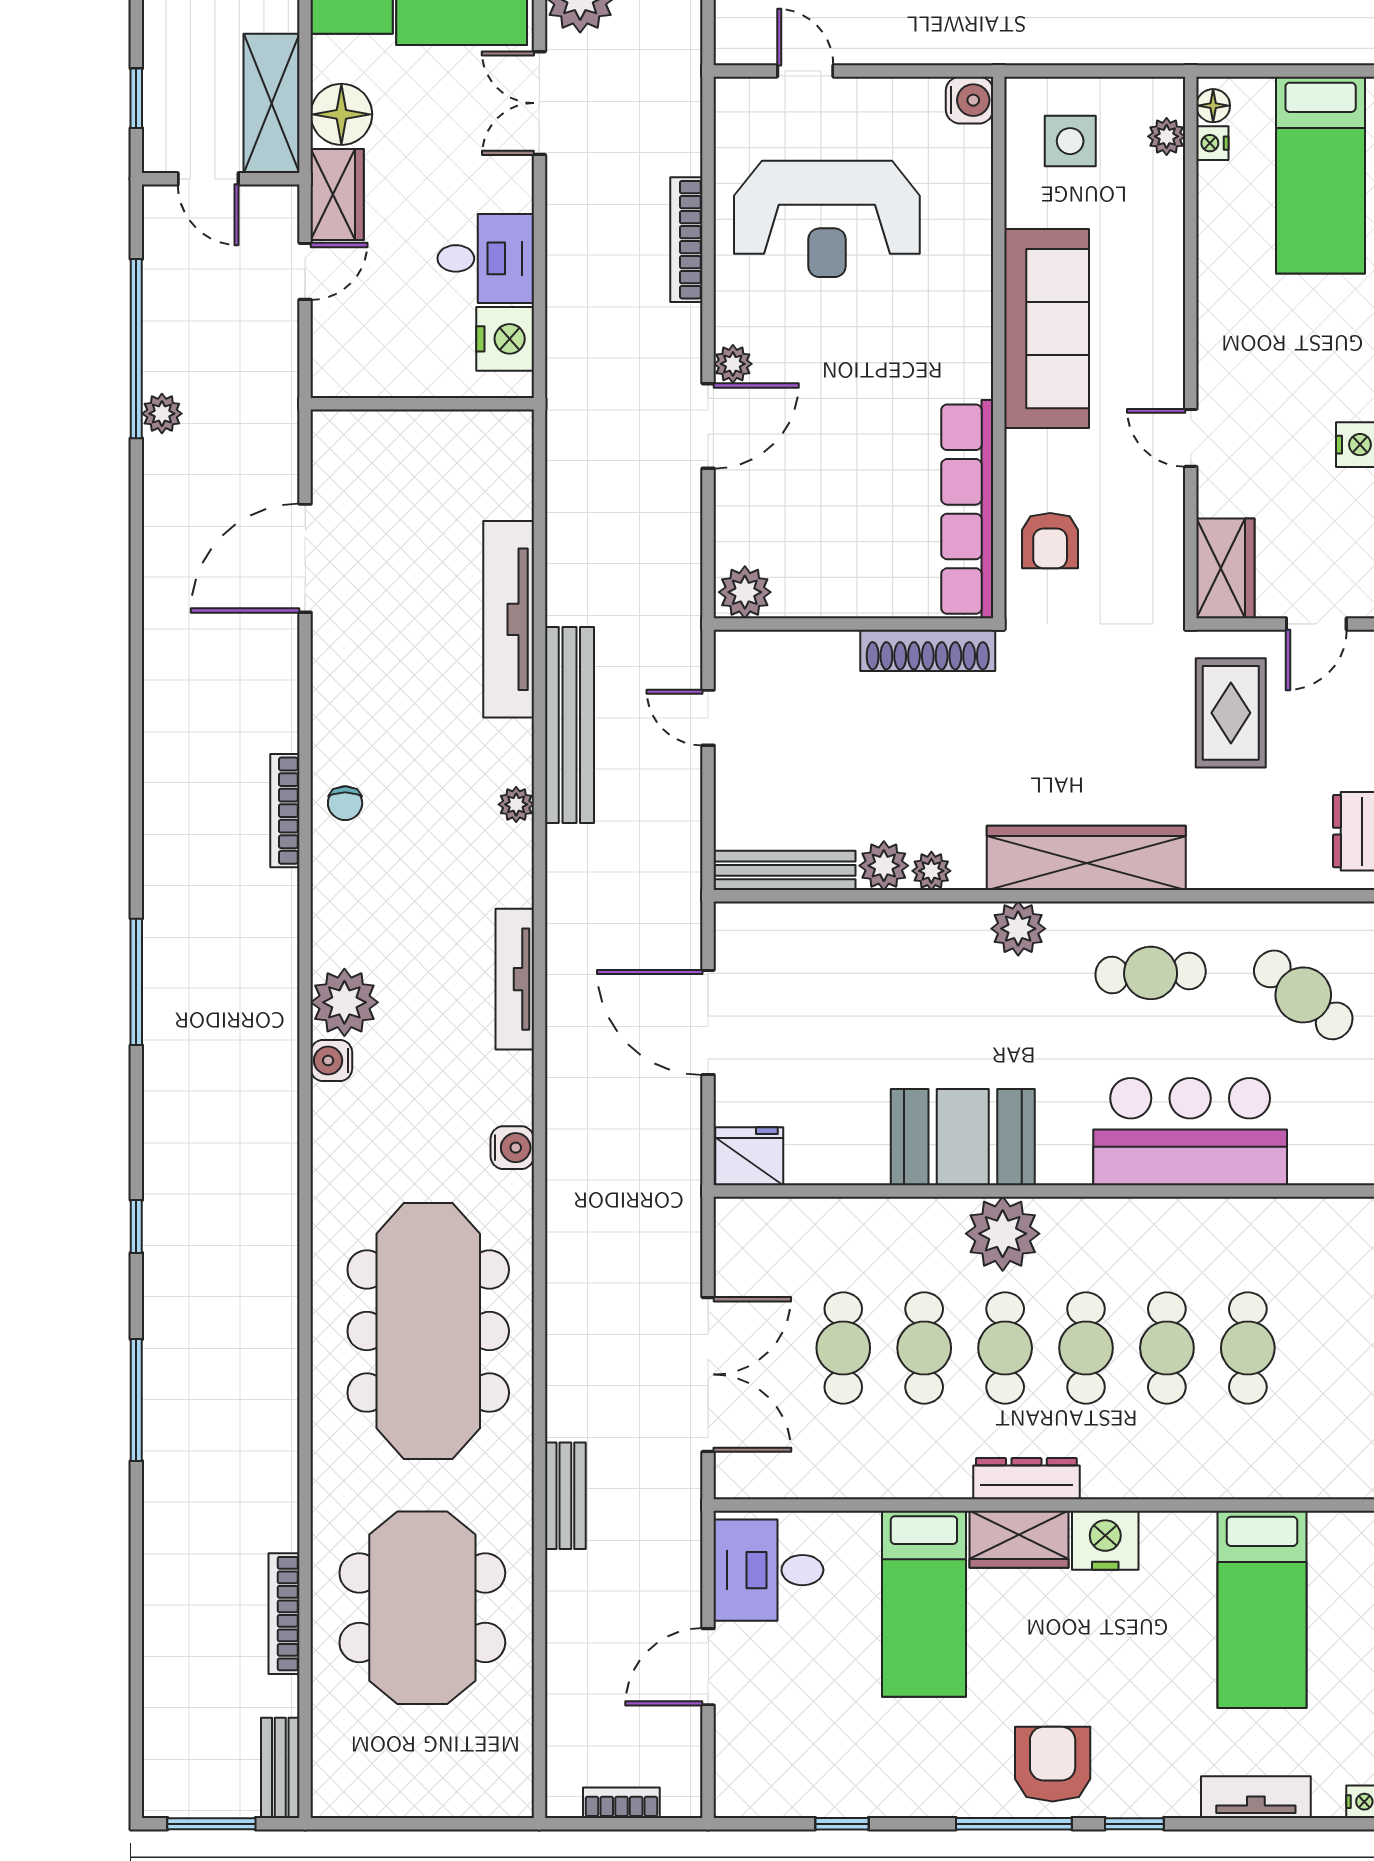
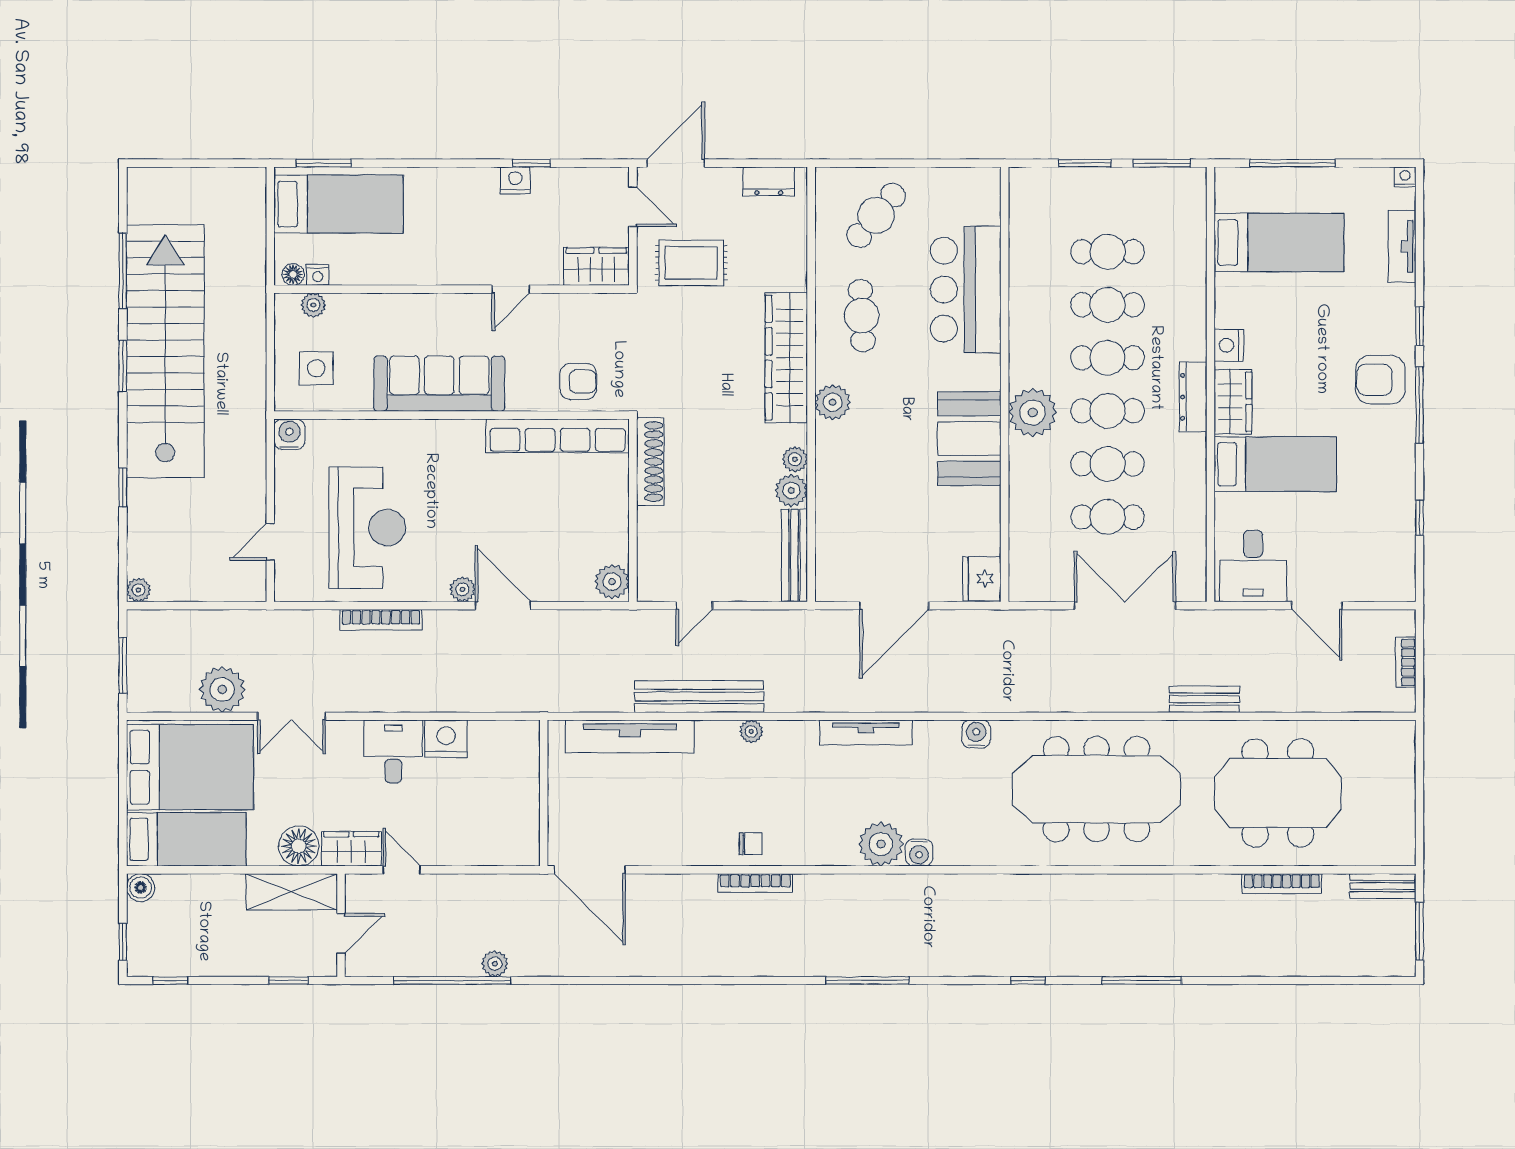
wall: (422, 404) -> (544, 793), moved
nightstand: (1105, 1540) -> (1229, 345), width x0.74, depth x0.75

